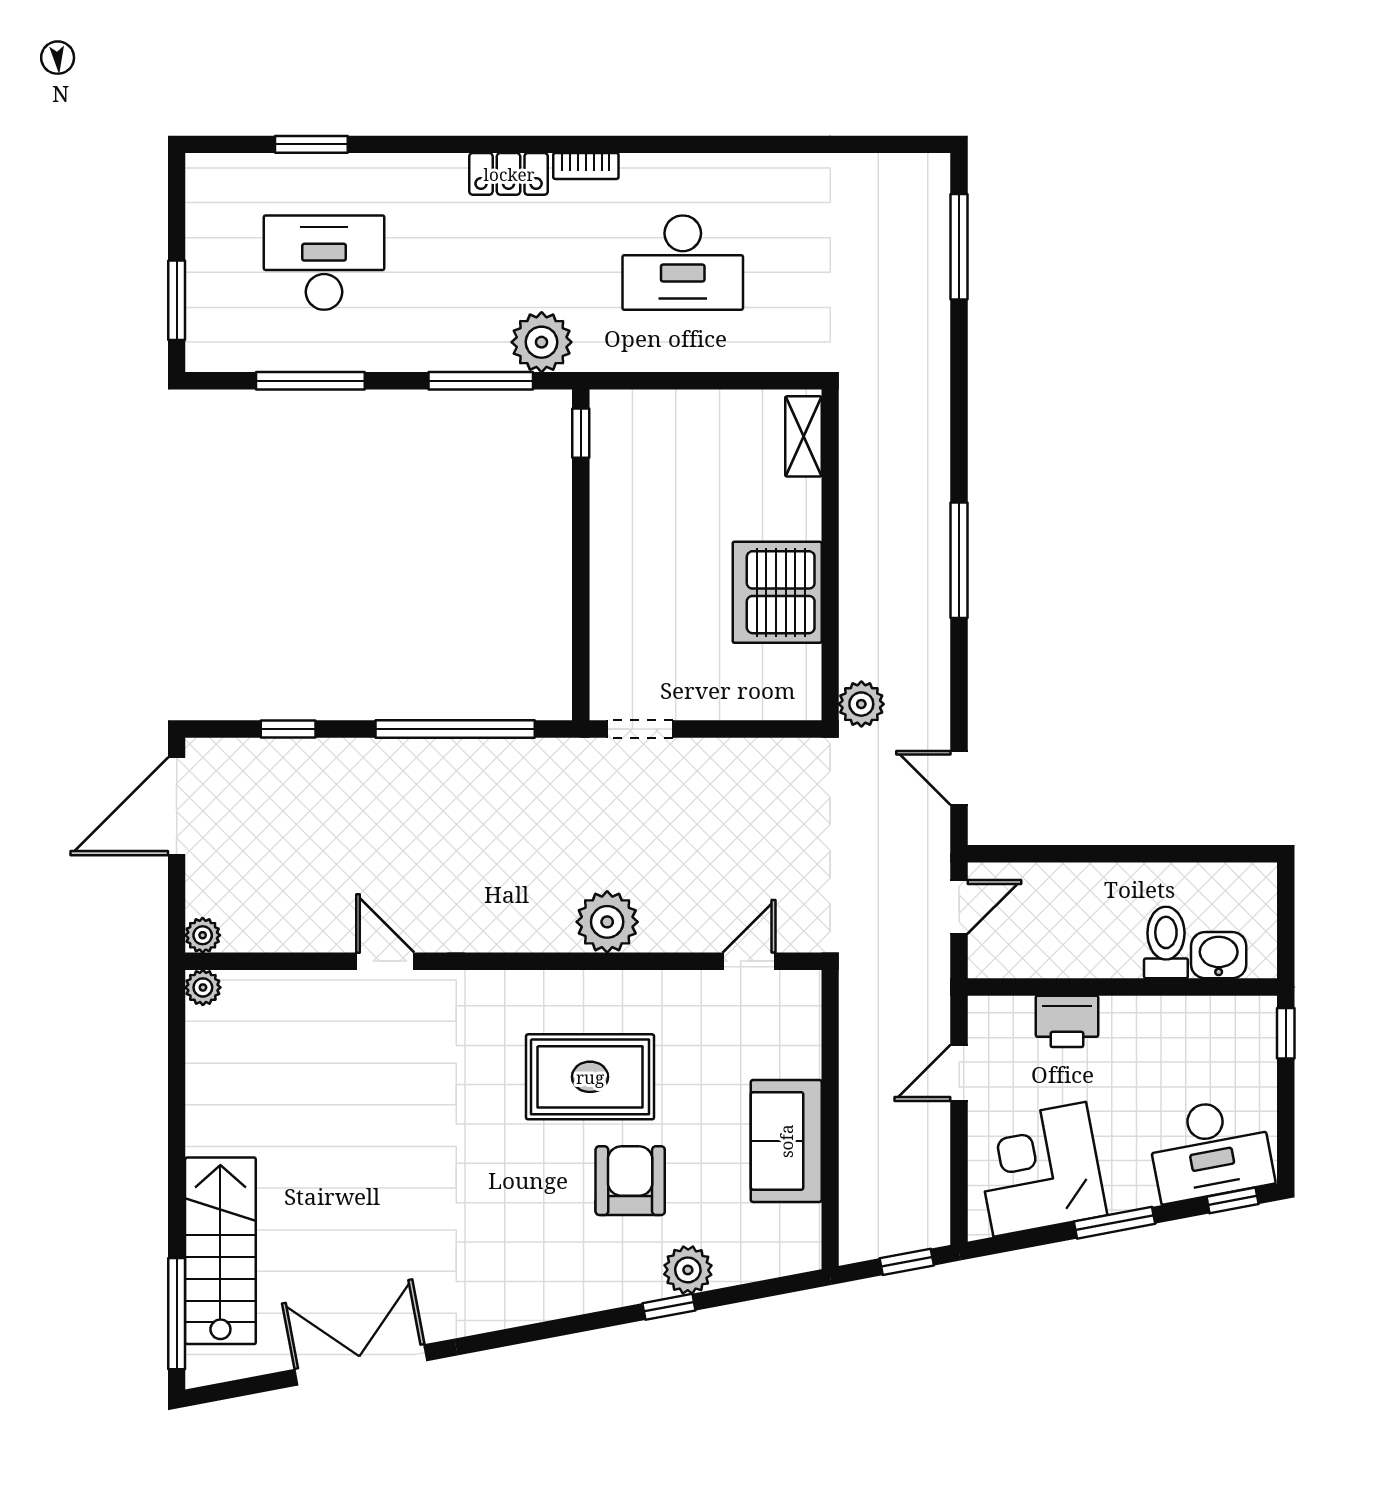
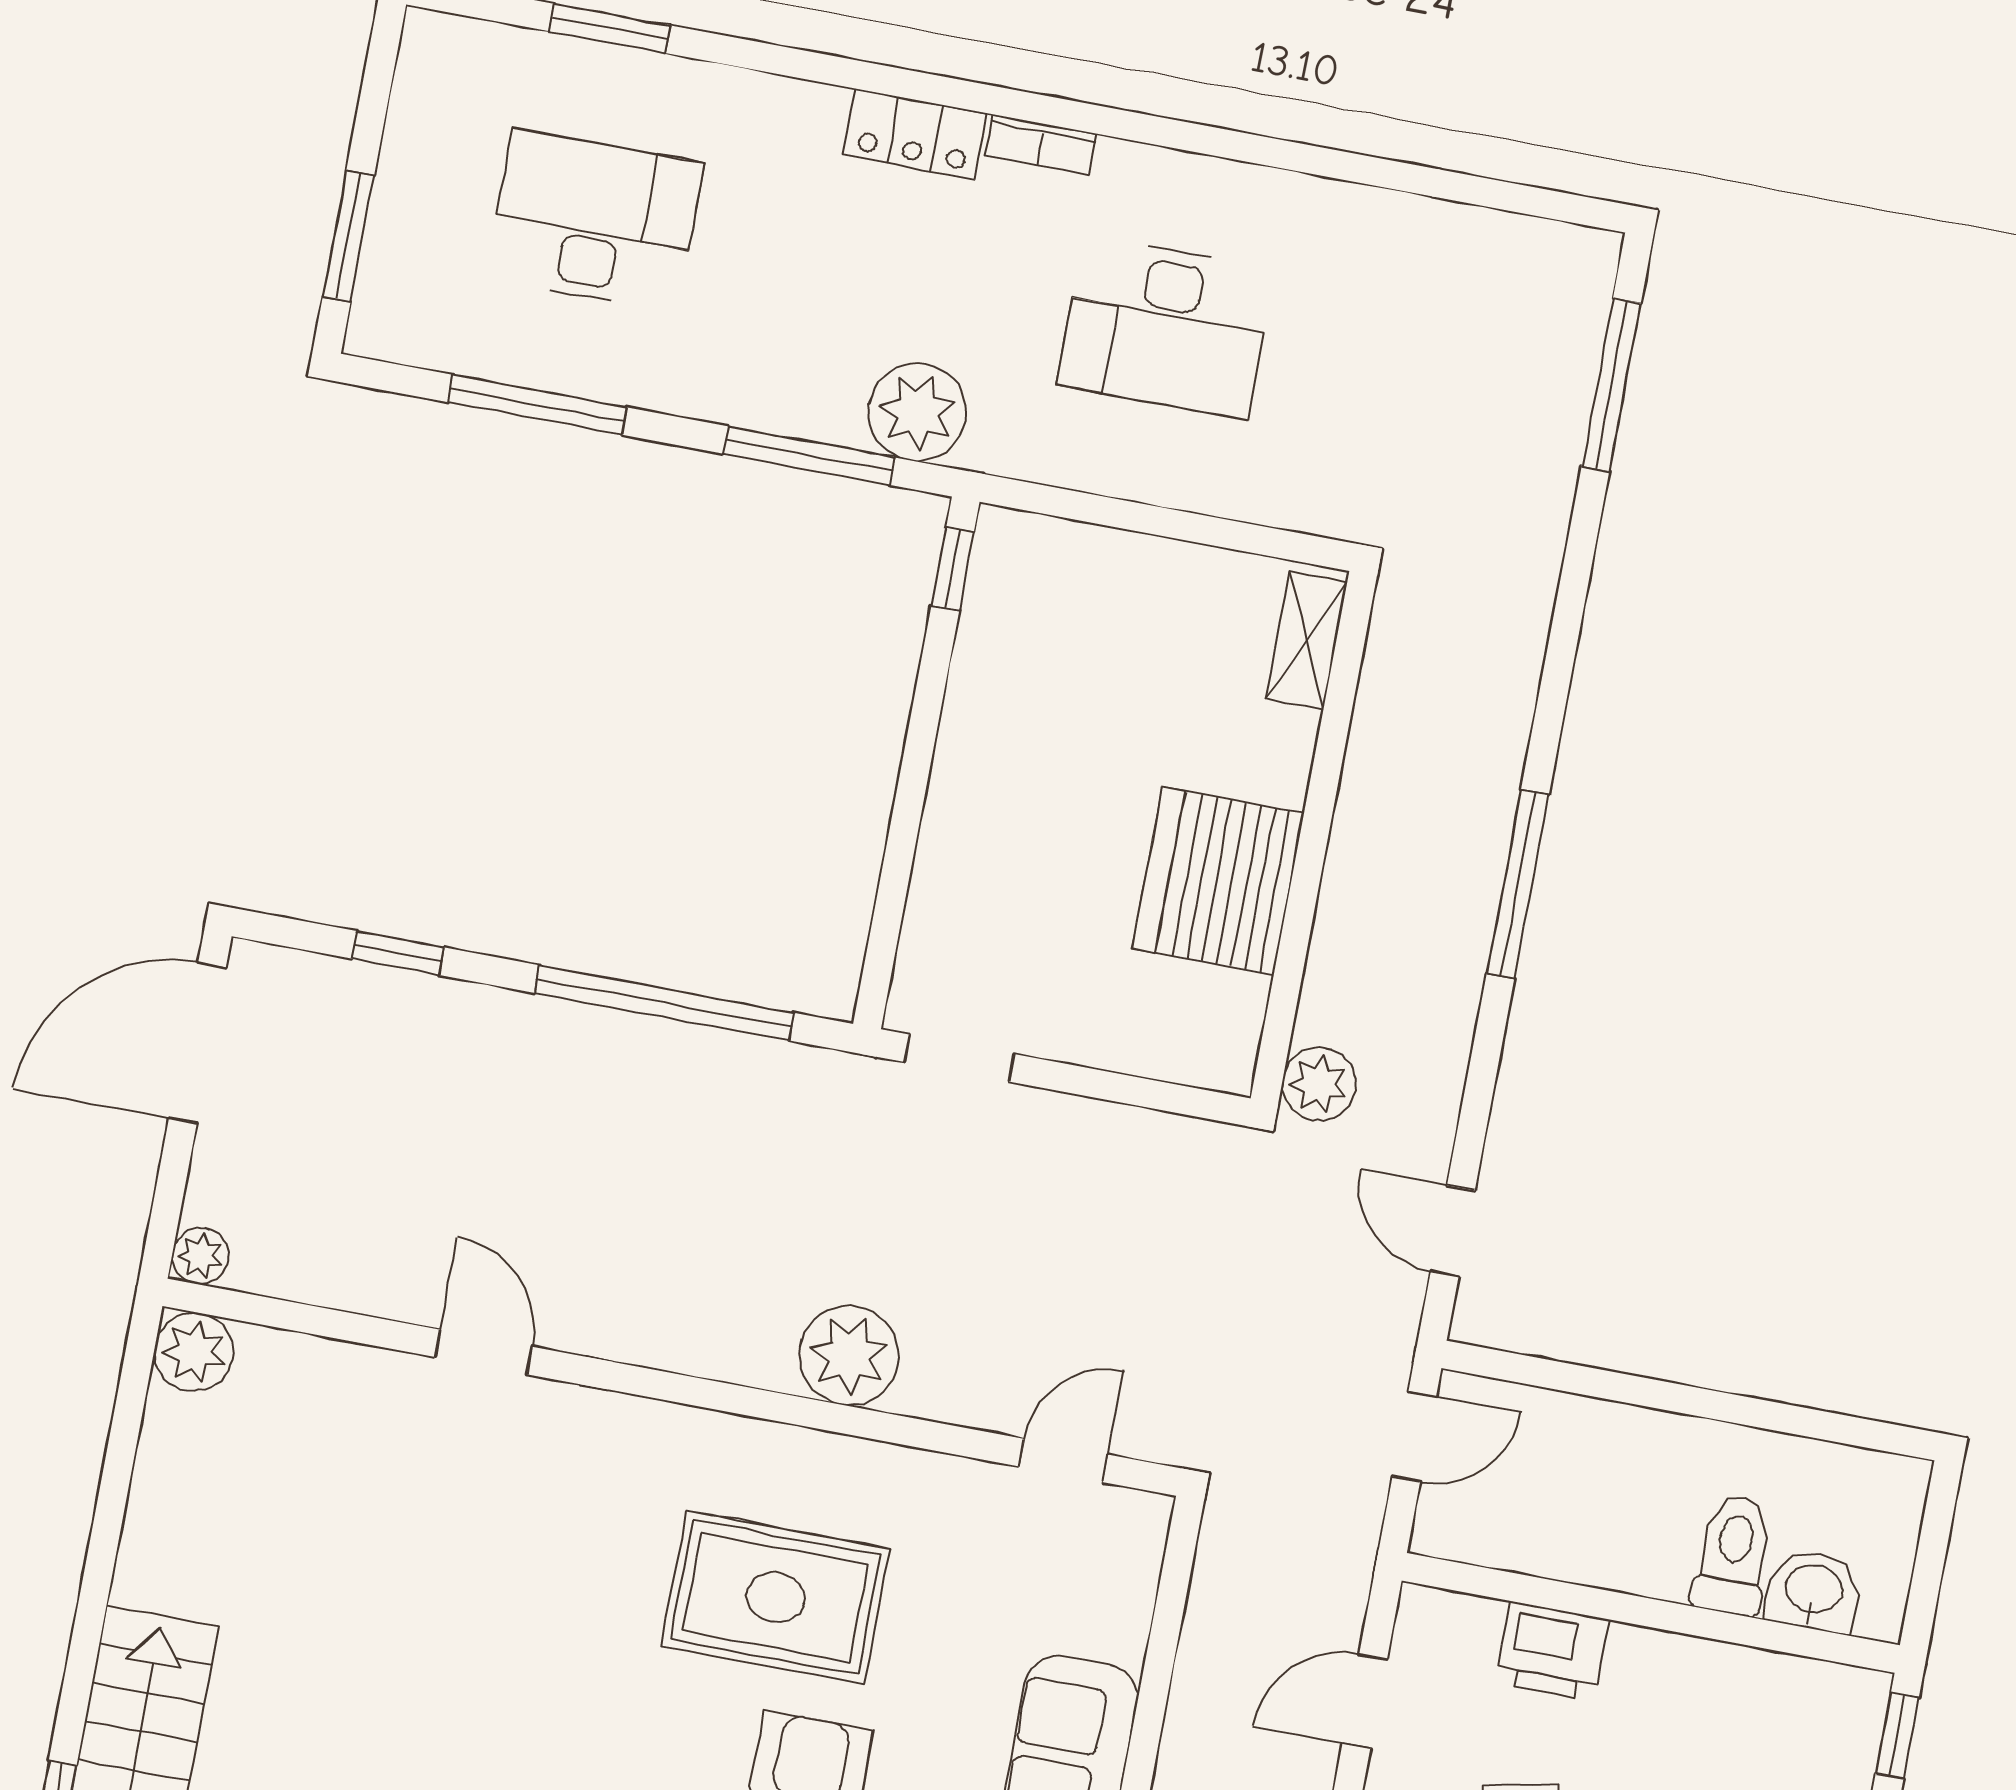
plant: (203, 987) -> (194, 1352), width x1.38, depth x1.38

